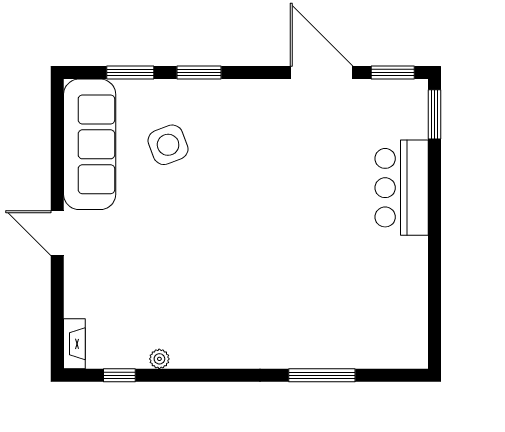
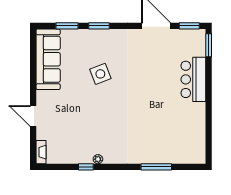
side table: (168, 145) -> (100, 74), moved
door: (57, 233) -> (33, 116), moved
plant: (159, 359) -> (98, 159), moved
window: (119, 375) -> (86, 167), moved

